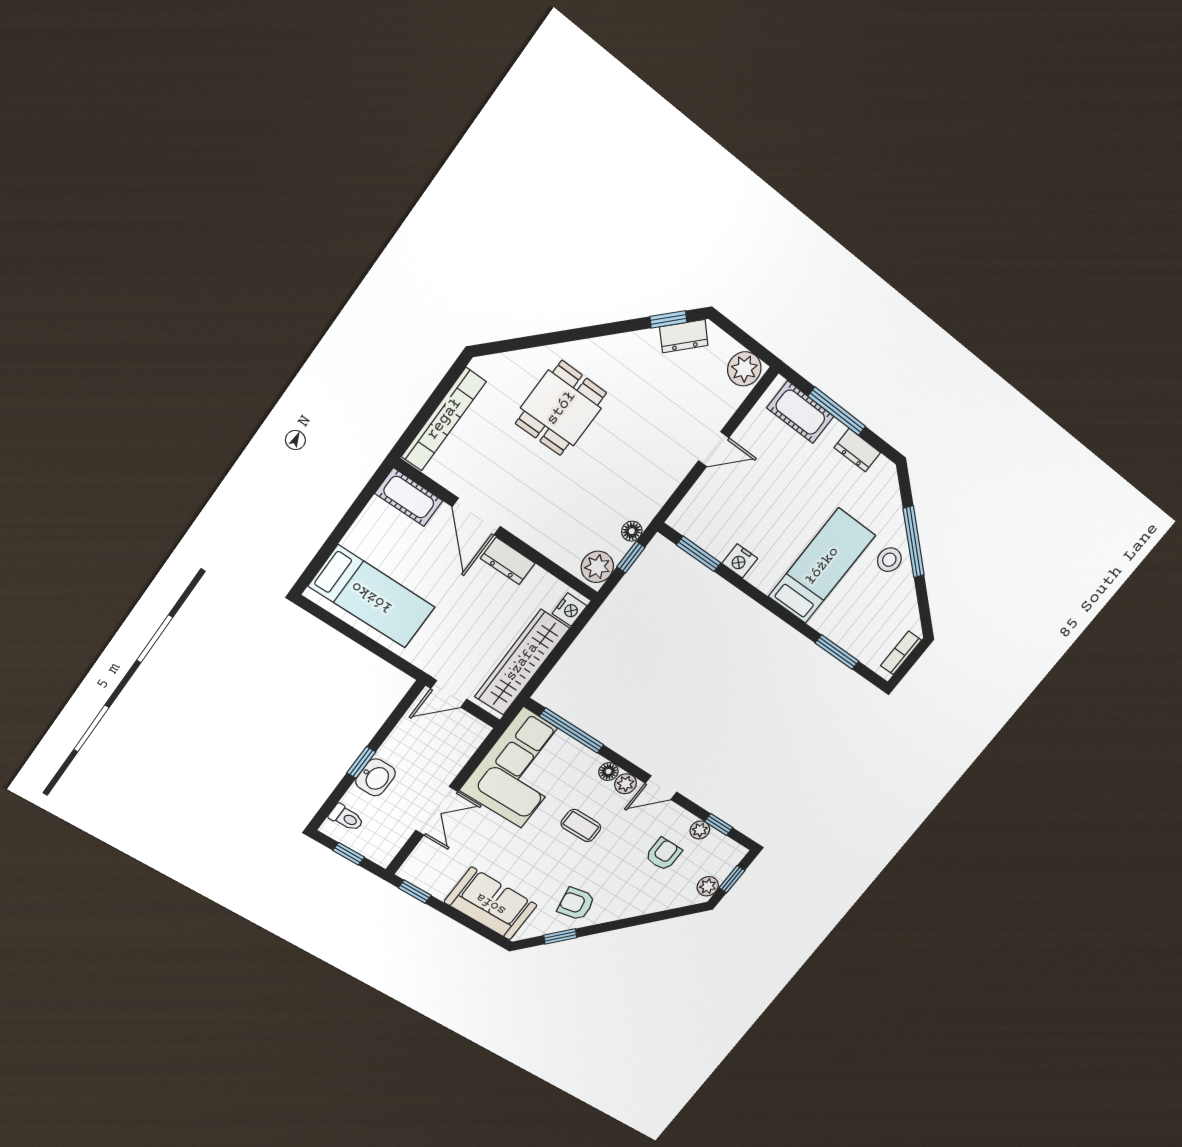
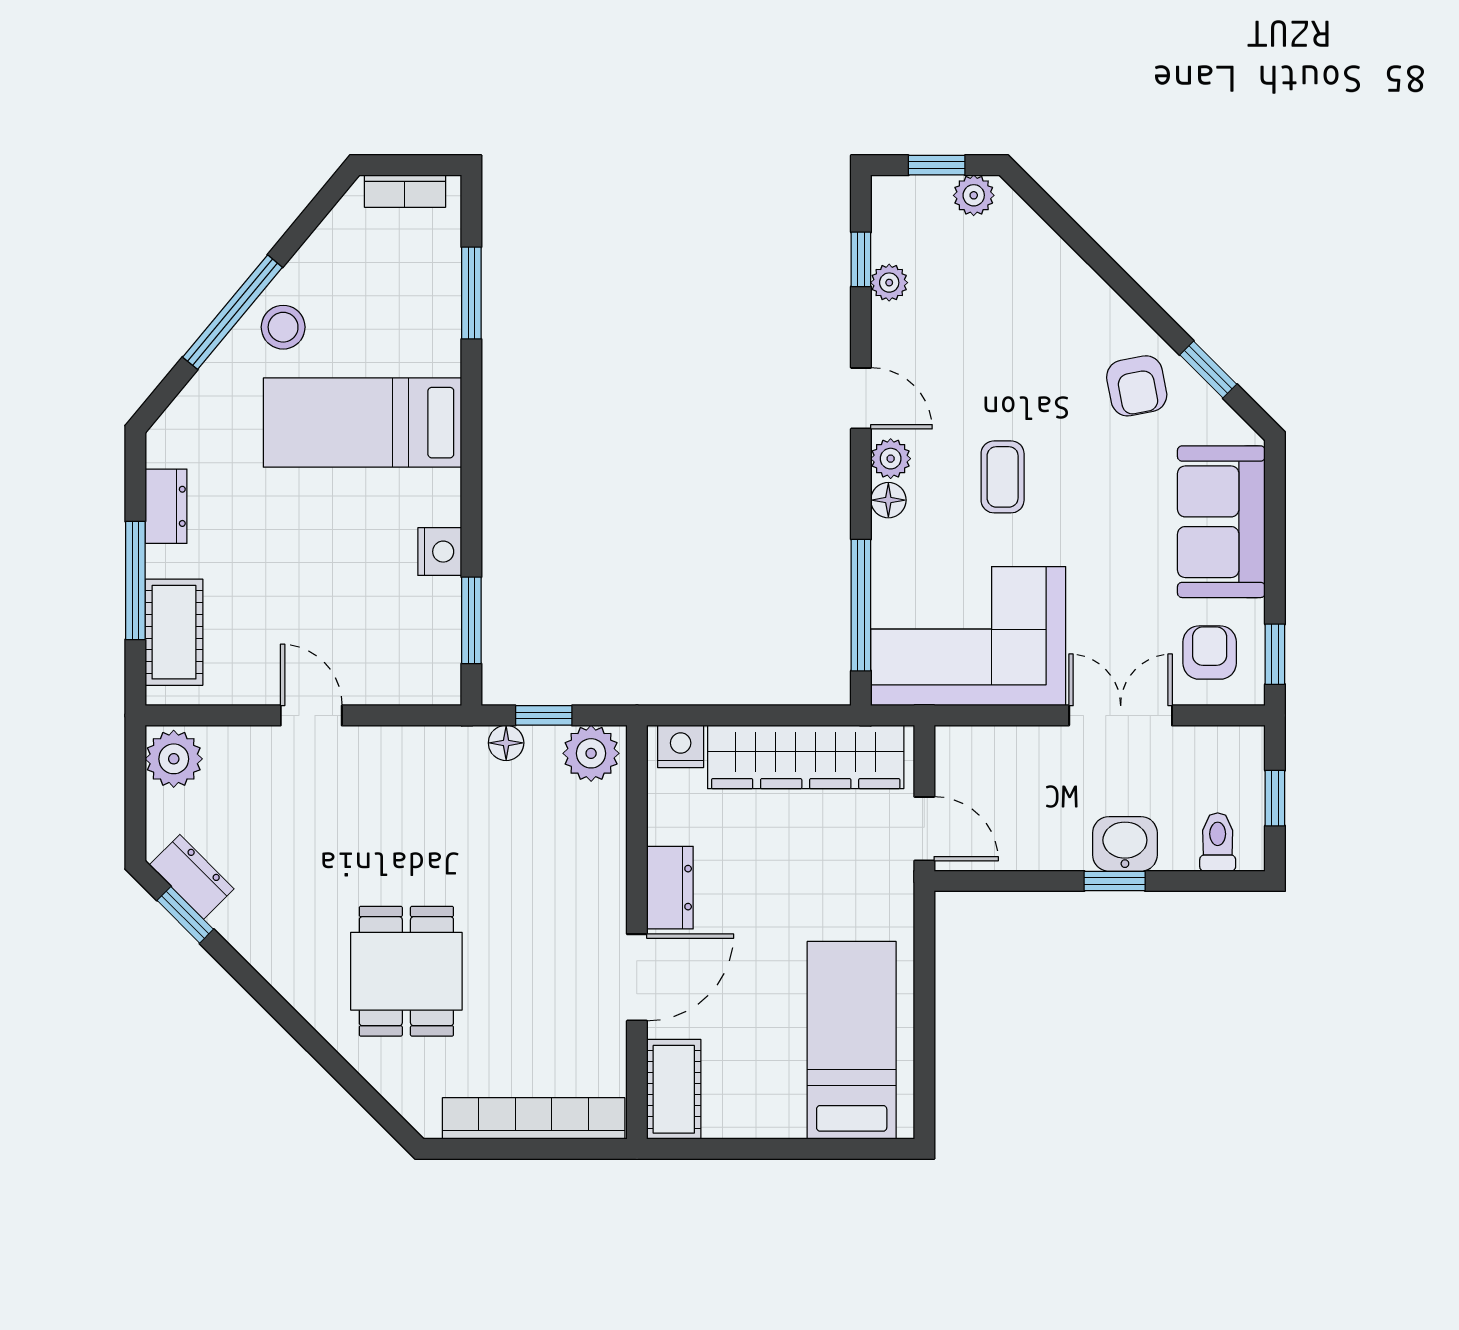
dining table: (561, 408) -> (406, 971), turned 90
armchair: (663, 854) -> (1210, 653), moved, turned 90

